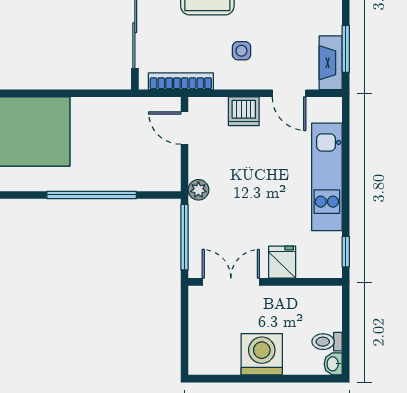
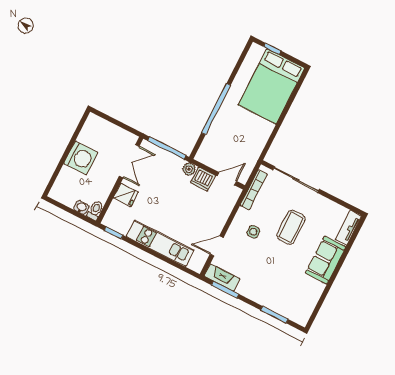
dishwasher: (244, 111) -> (203, 179), moved, turned -90
toilet: (327, 342) -> (95, 210), moved
washbasin: (333, 364) -> (81, 208), moved

